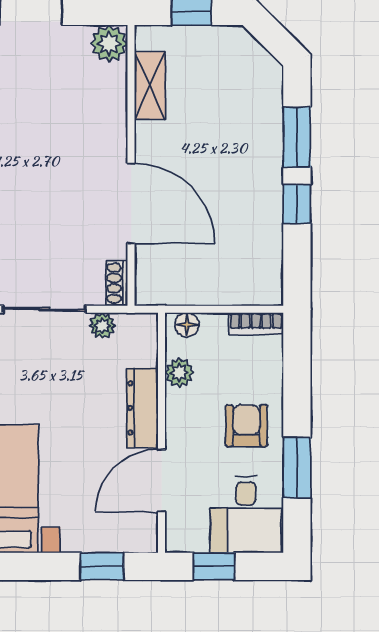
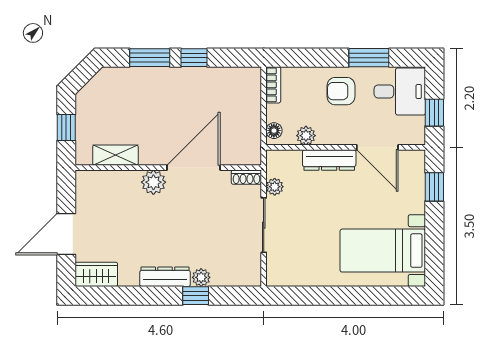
plant: (109, 44) -> (153, 182), moved

